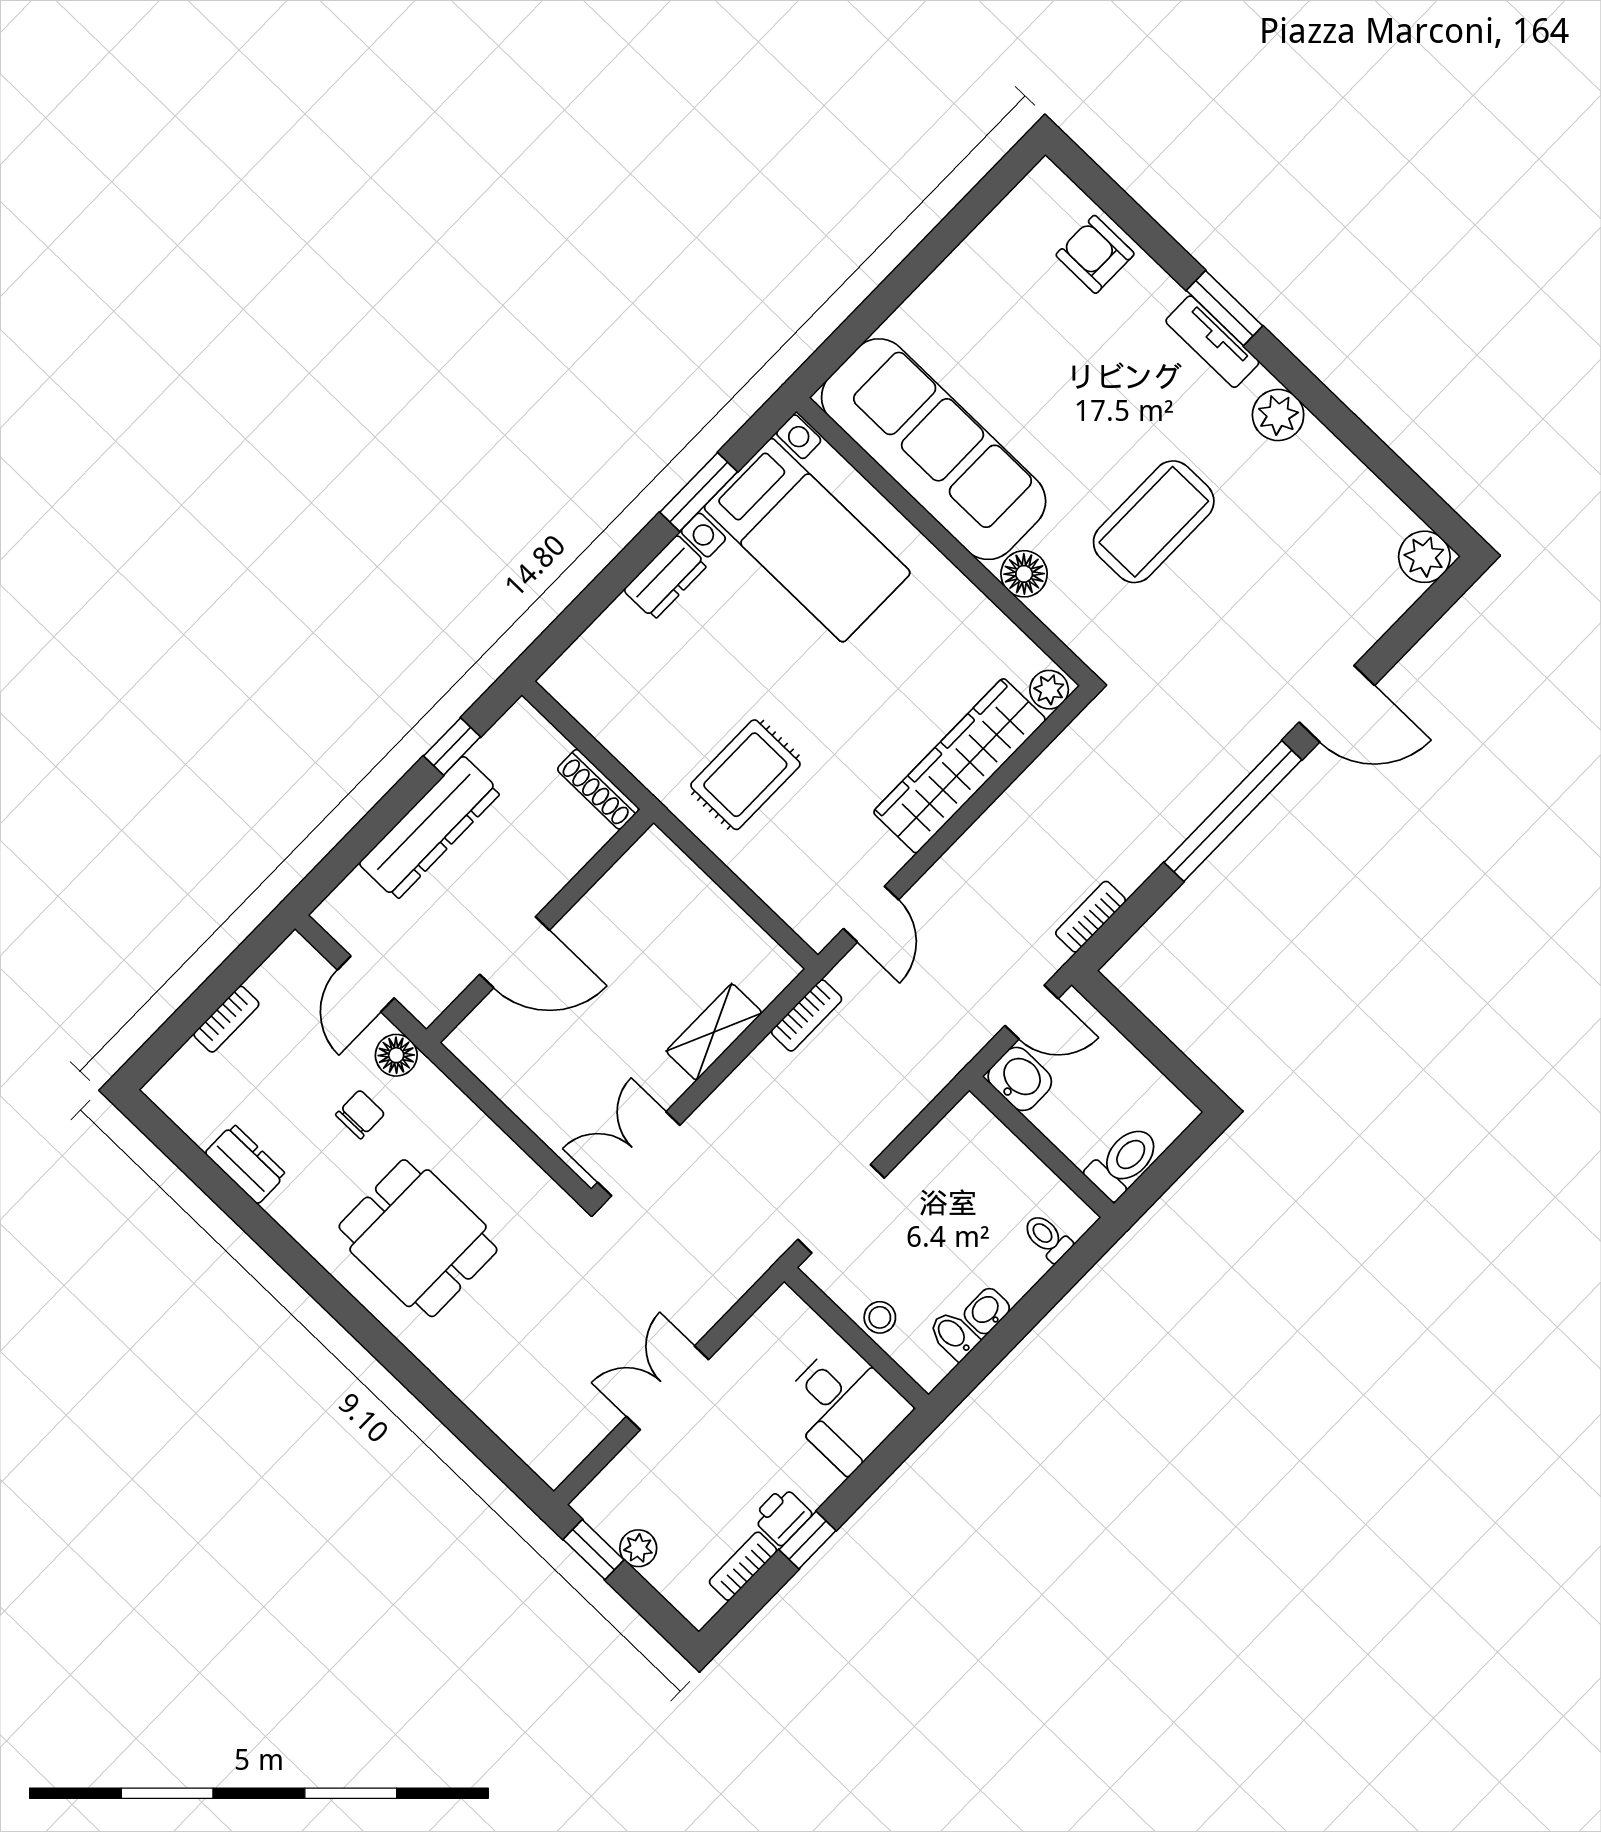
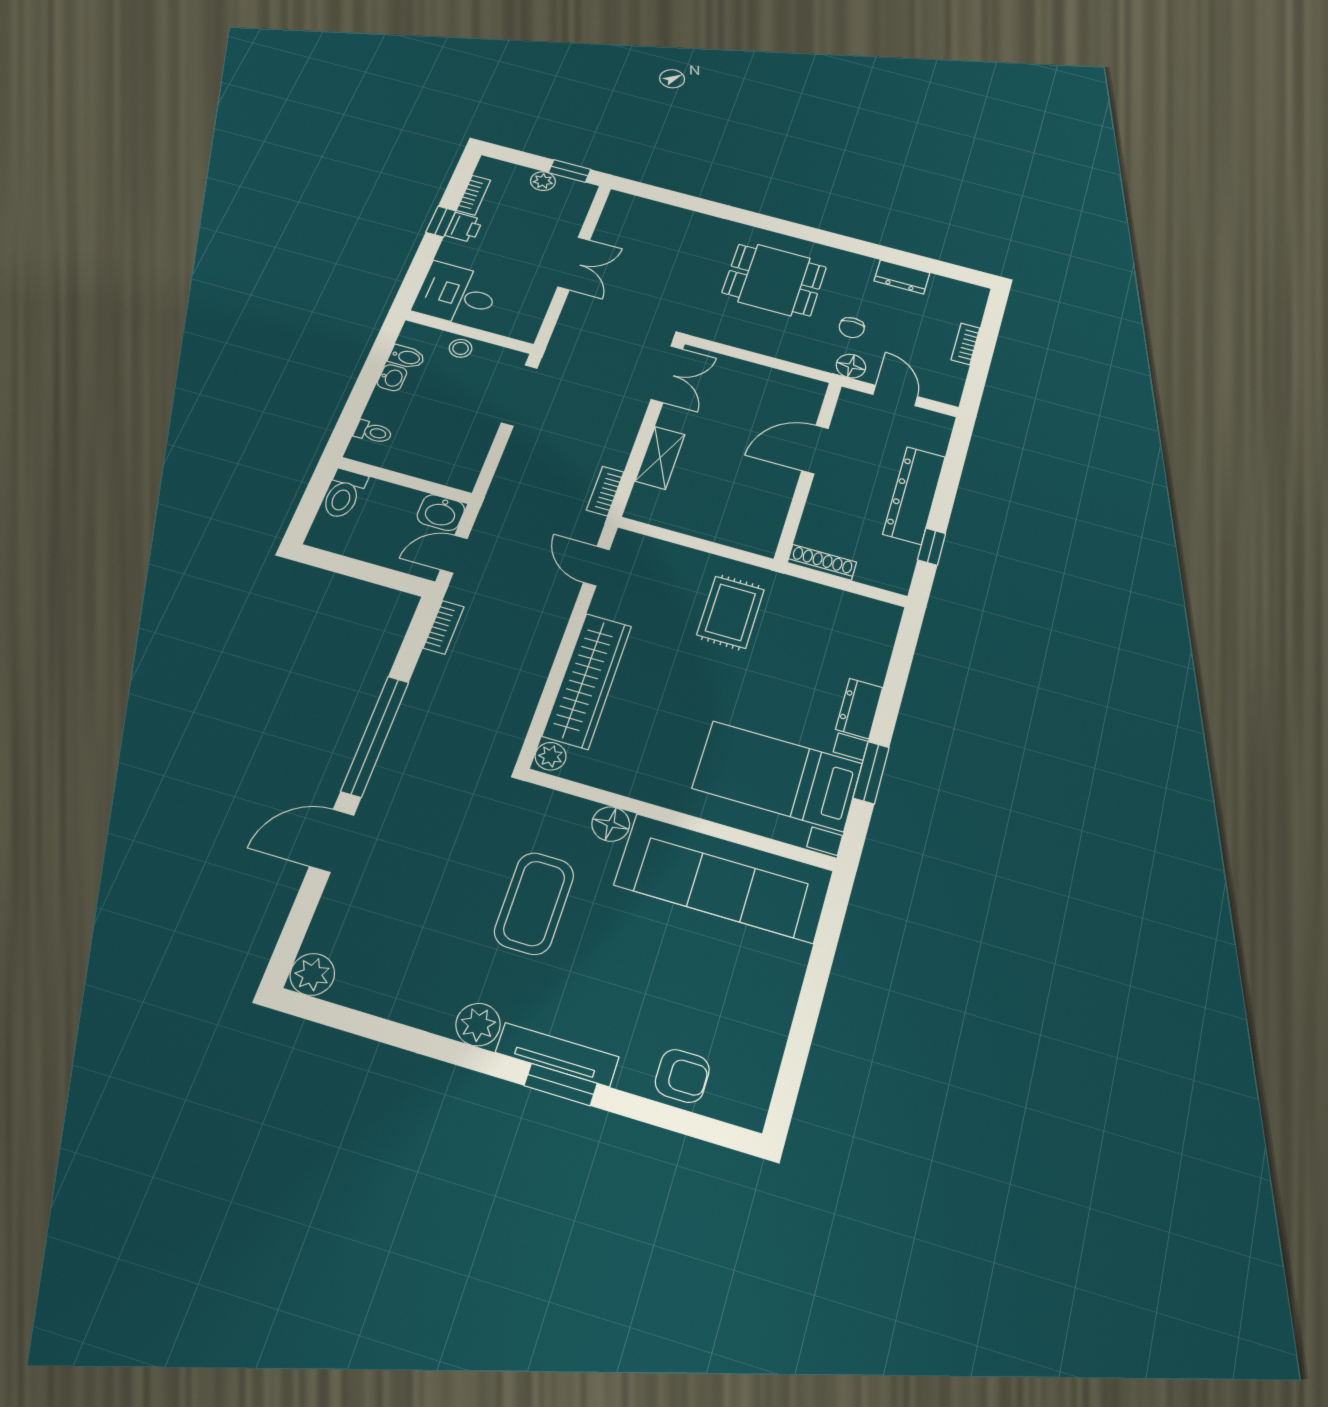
tv unit: (1212, 342) -> (557, 1055), width x1.41

